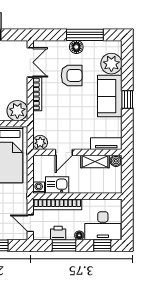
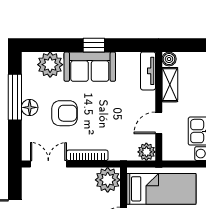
armchair: (72, 75) -> (65, 113), turned 90
door: (64, 152) -> (159, 123), swing flipped

